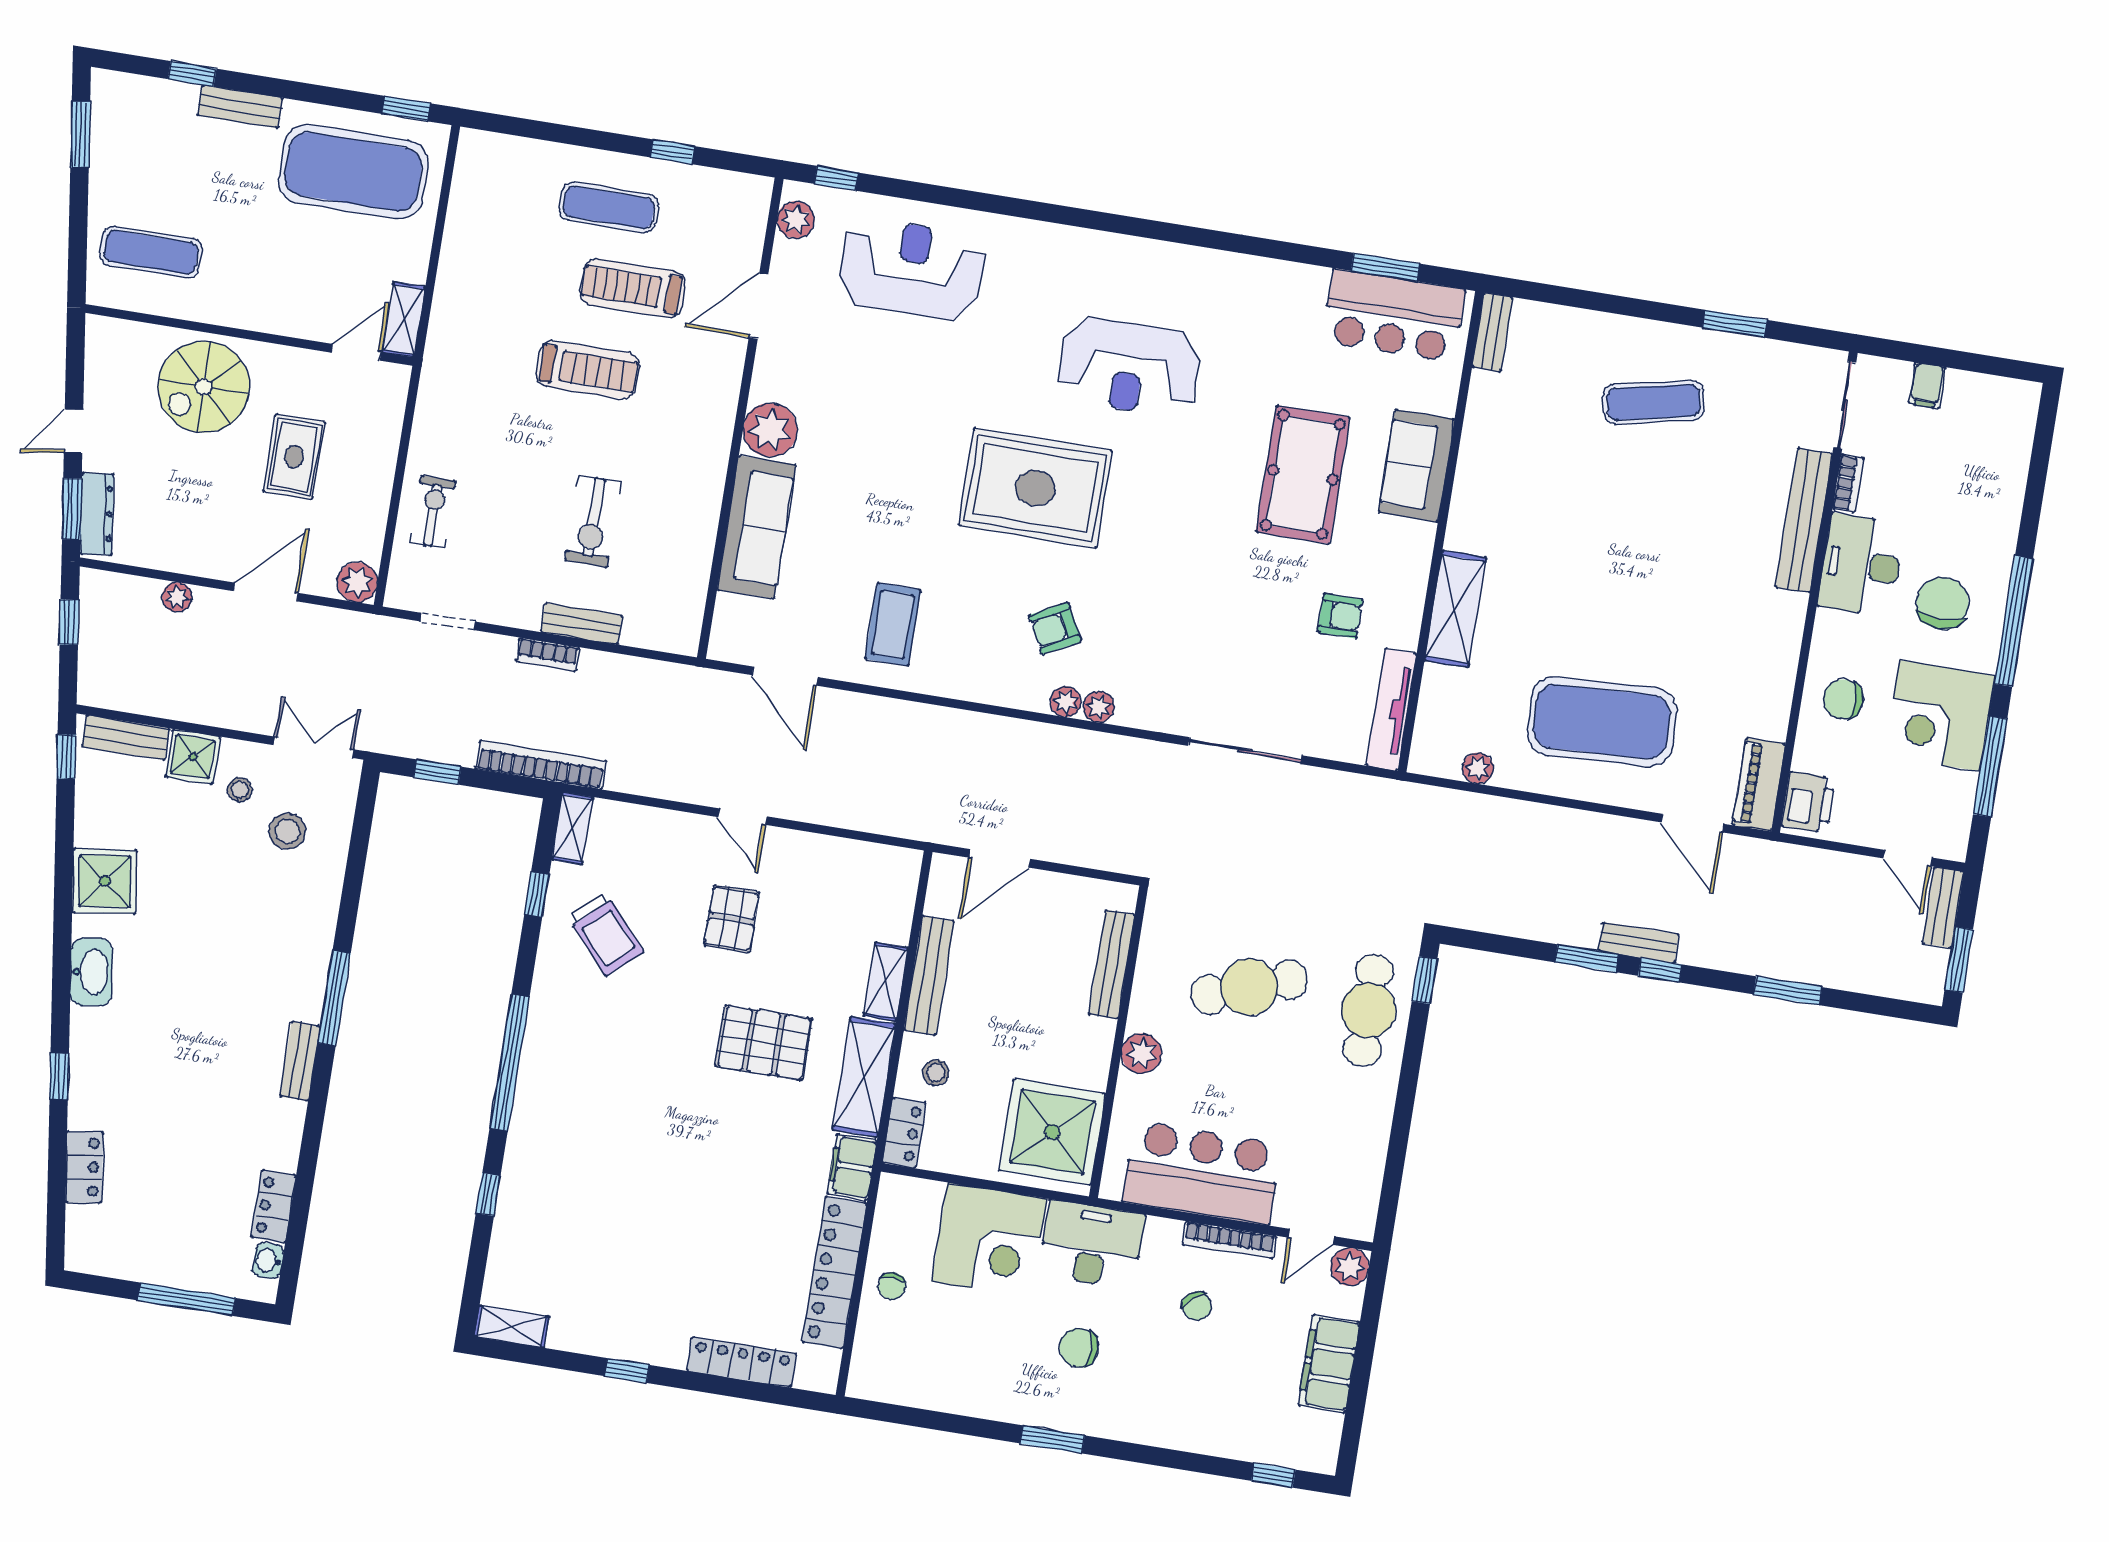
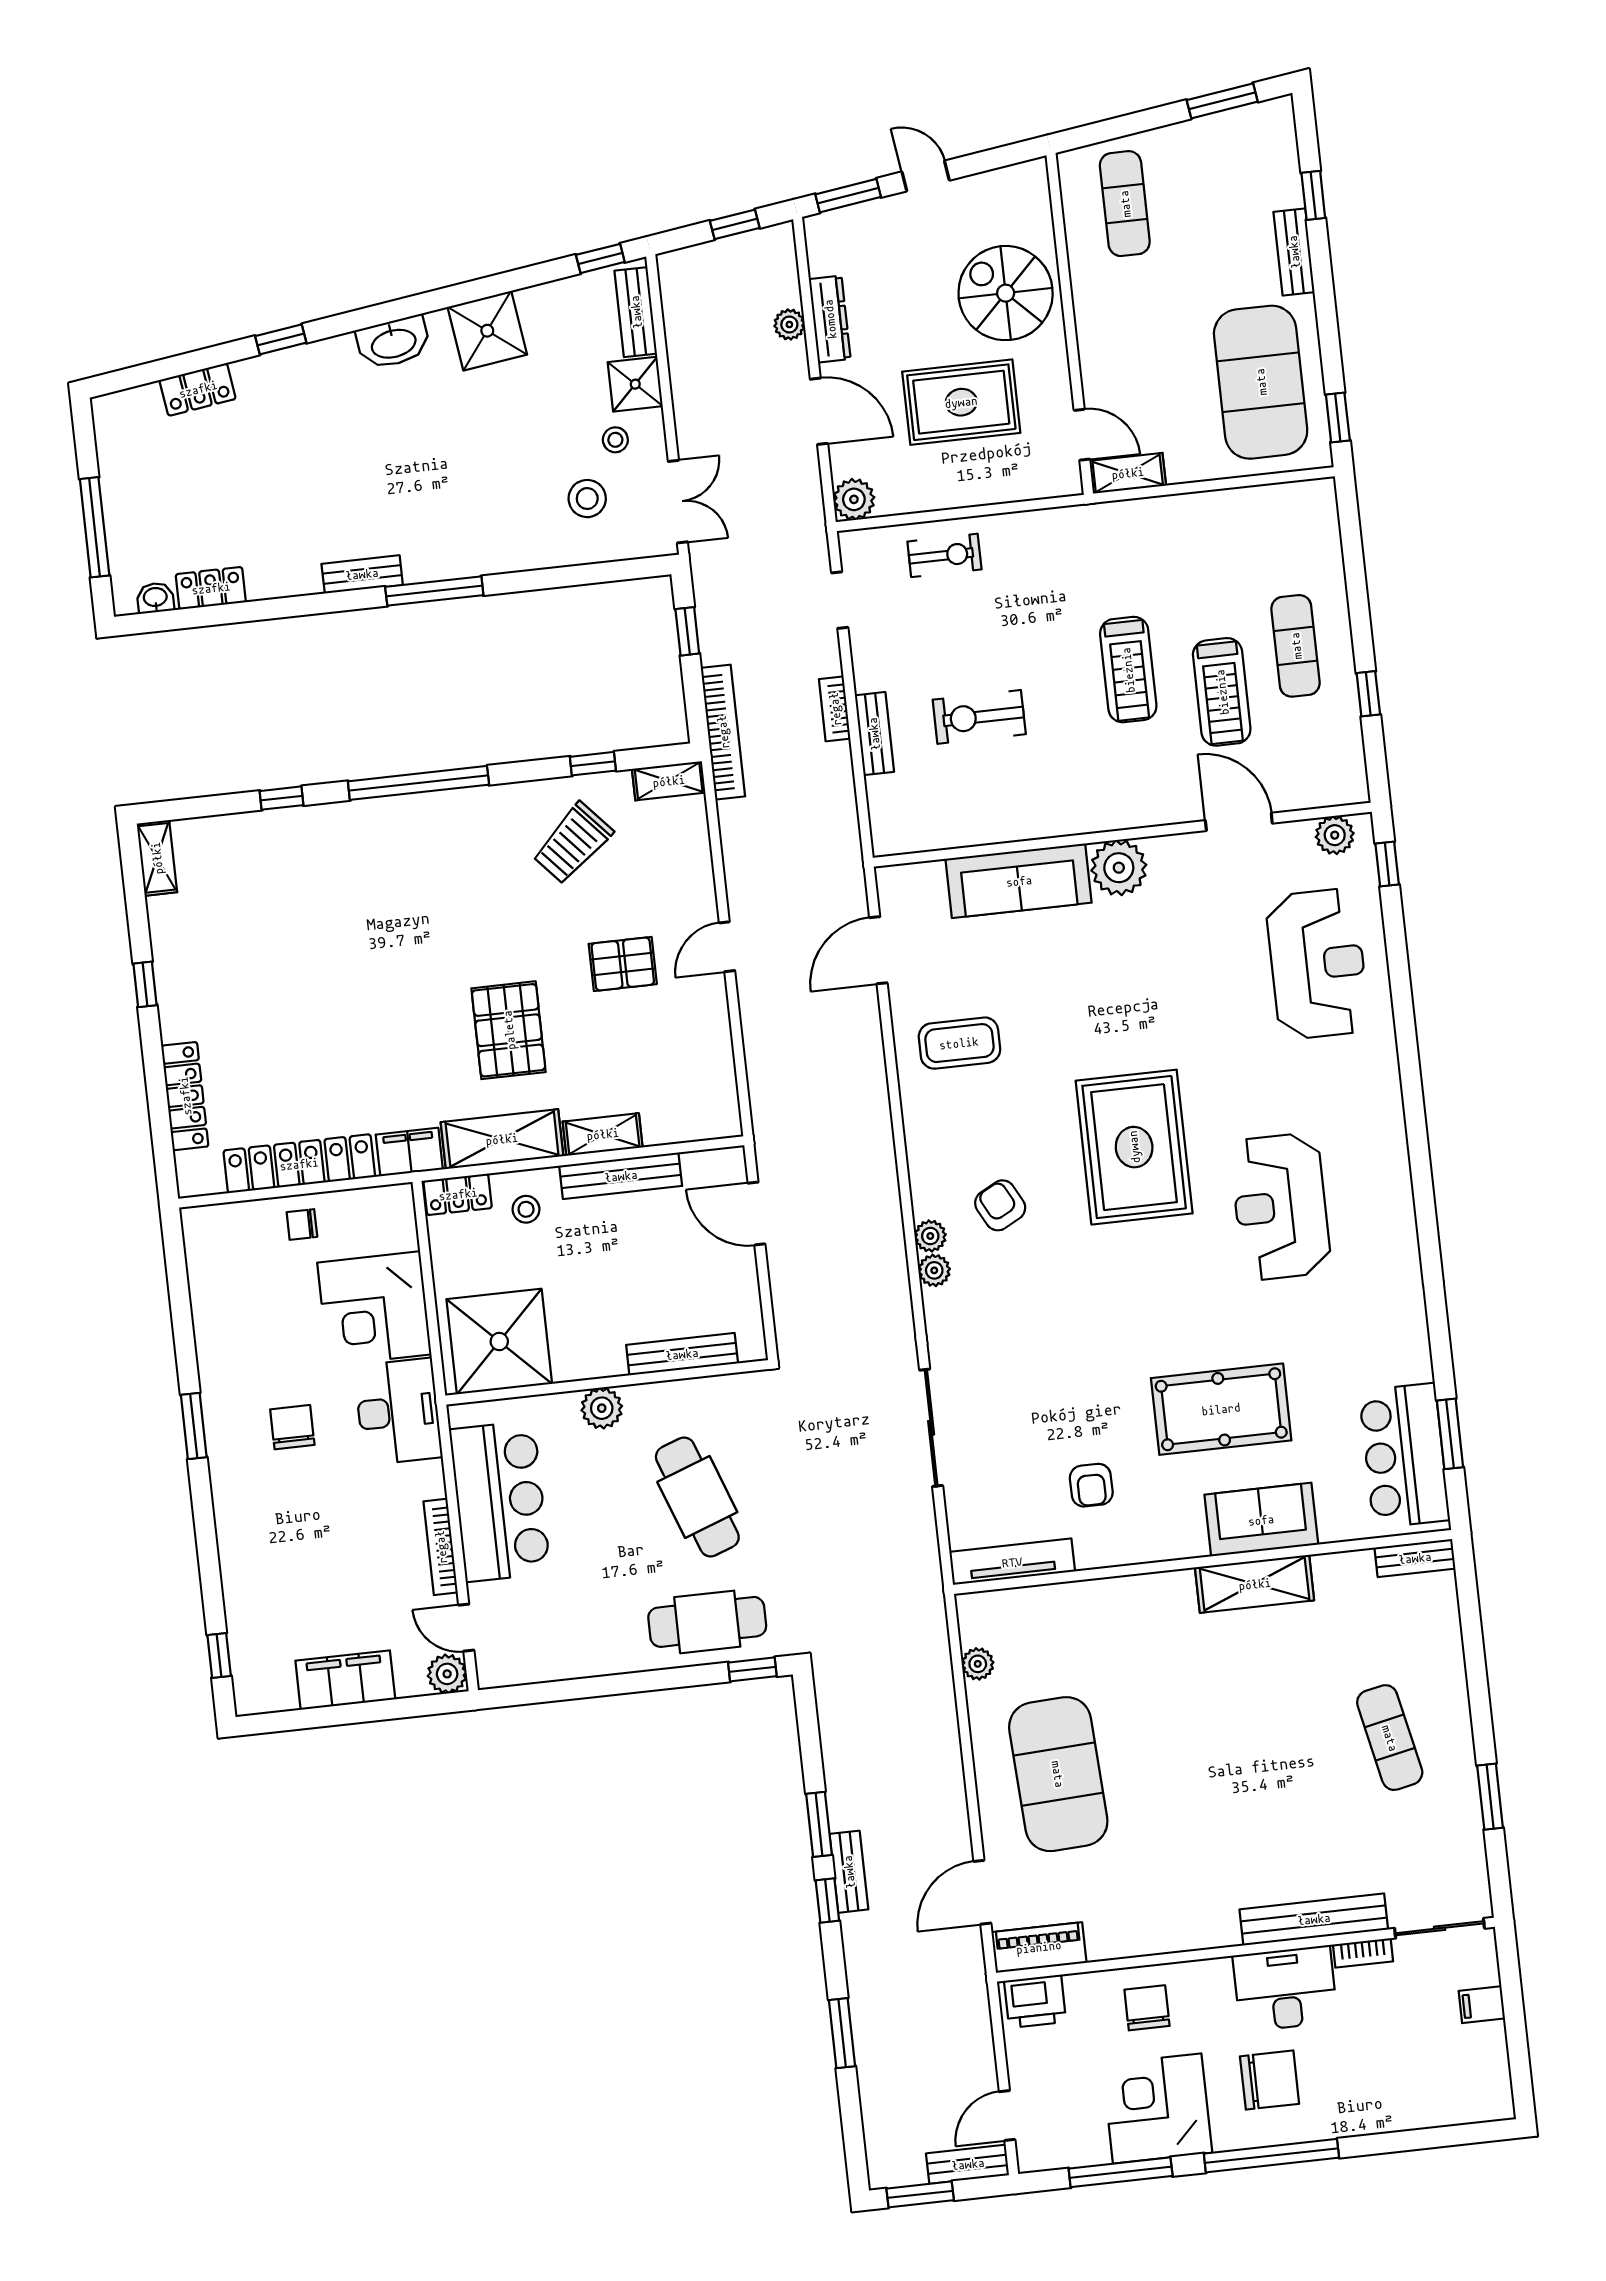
treadmill: (633, 288) -> (1222, 692), turned 180
rug: (294, 457) -> (961, 402), width x1.36, depth x1.43
dresser: (97, 514) -> (830, 319), moved, turned -82
shelving: (1455, 609) -> (1255, 1584), moved
chair: (1197, 1306) -> (366, 1533), removed

